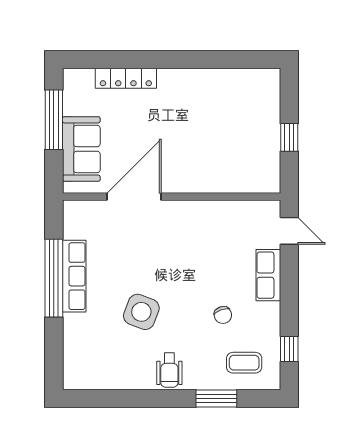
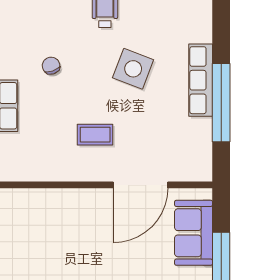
row of seats: (74, 276) -> (201, 80), moved
coffee table: (244, 363) -> (95, 135), moved

